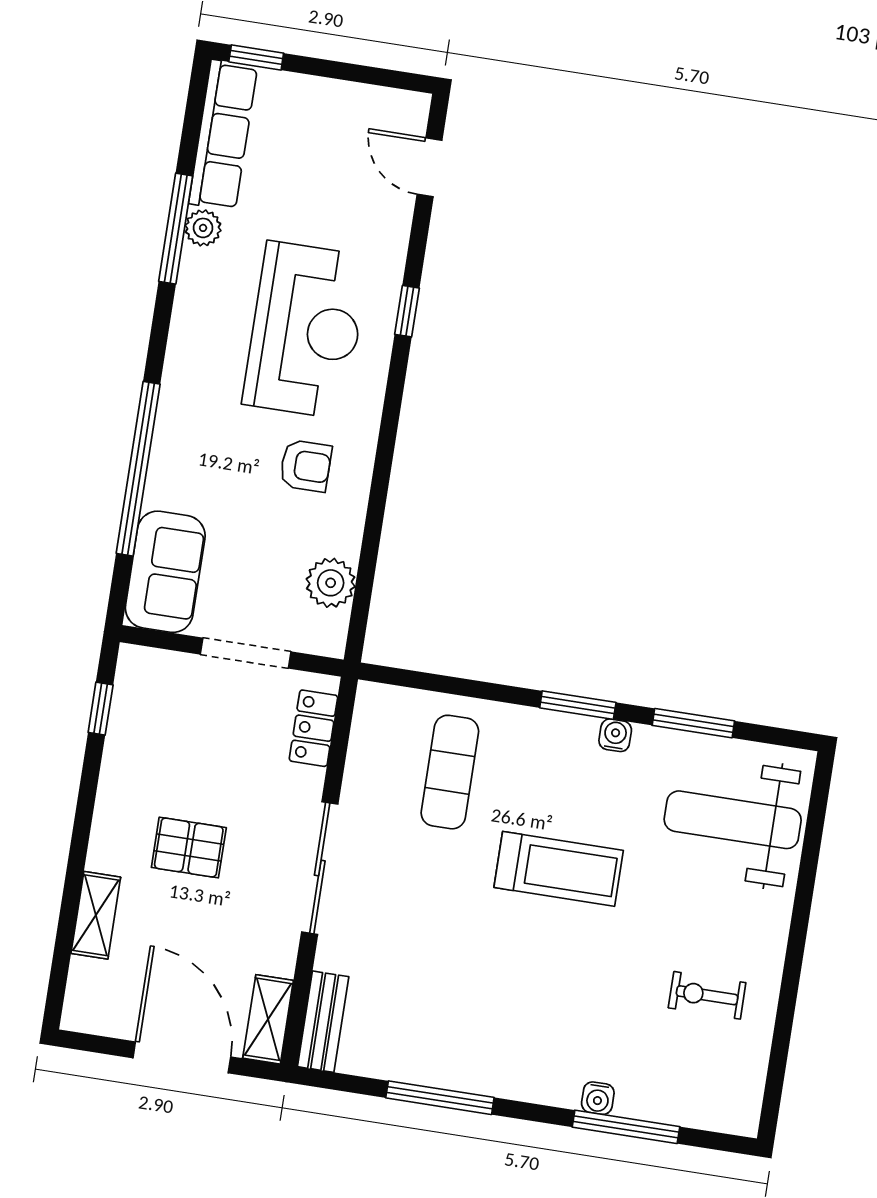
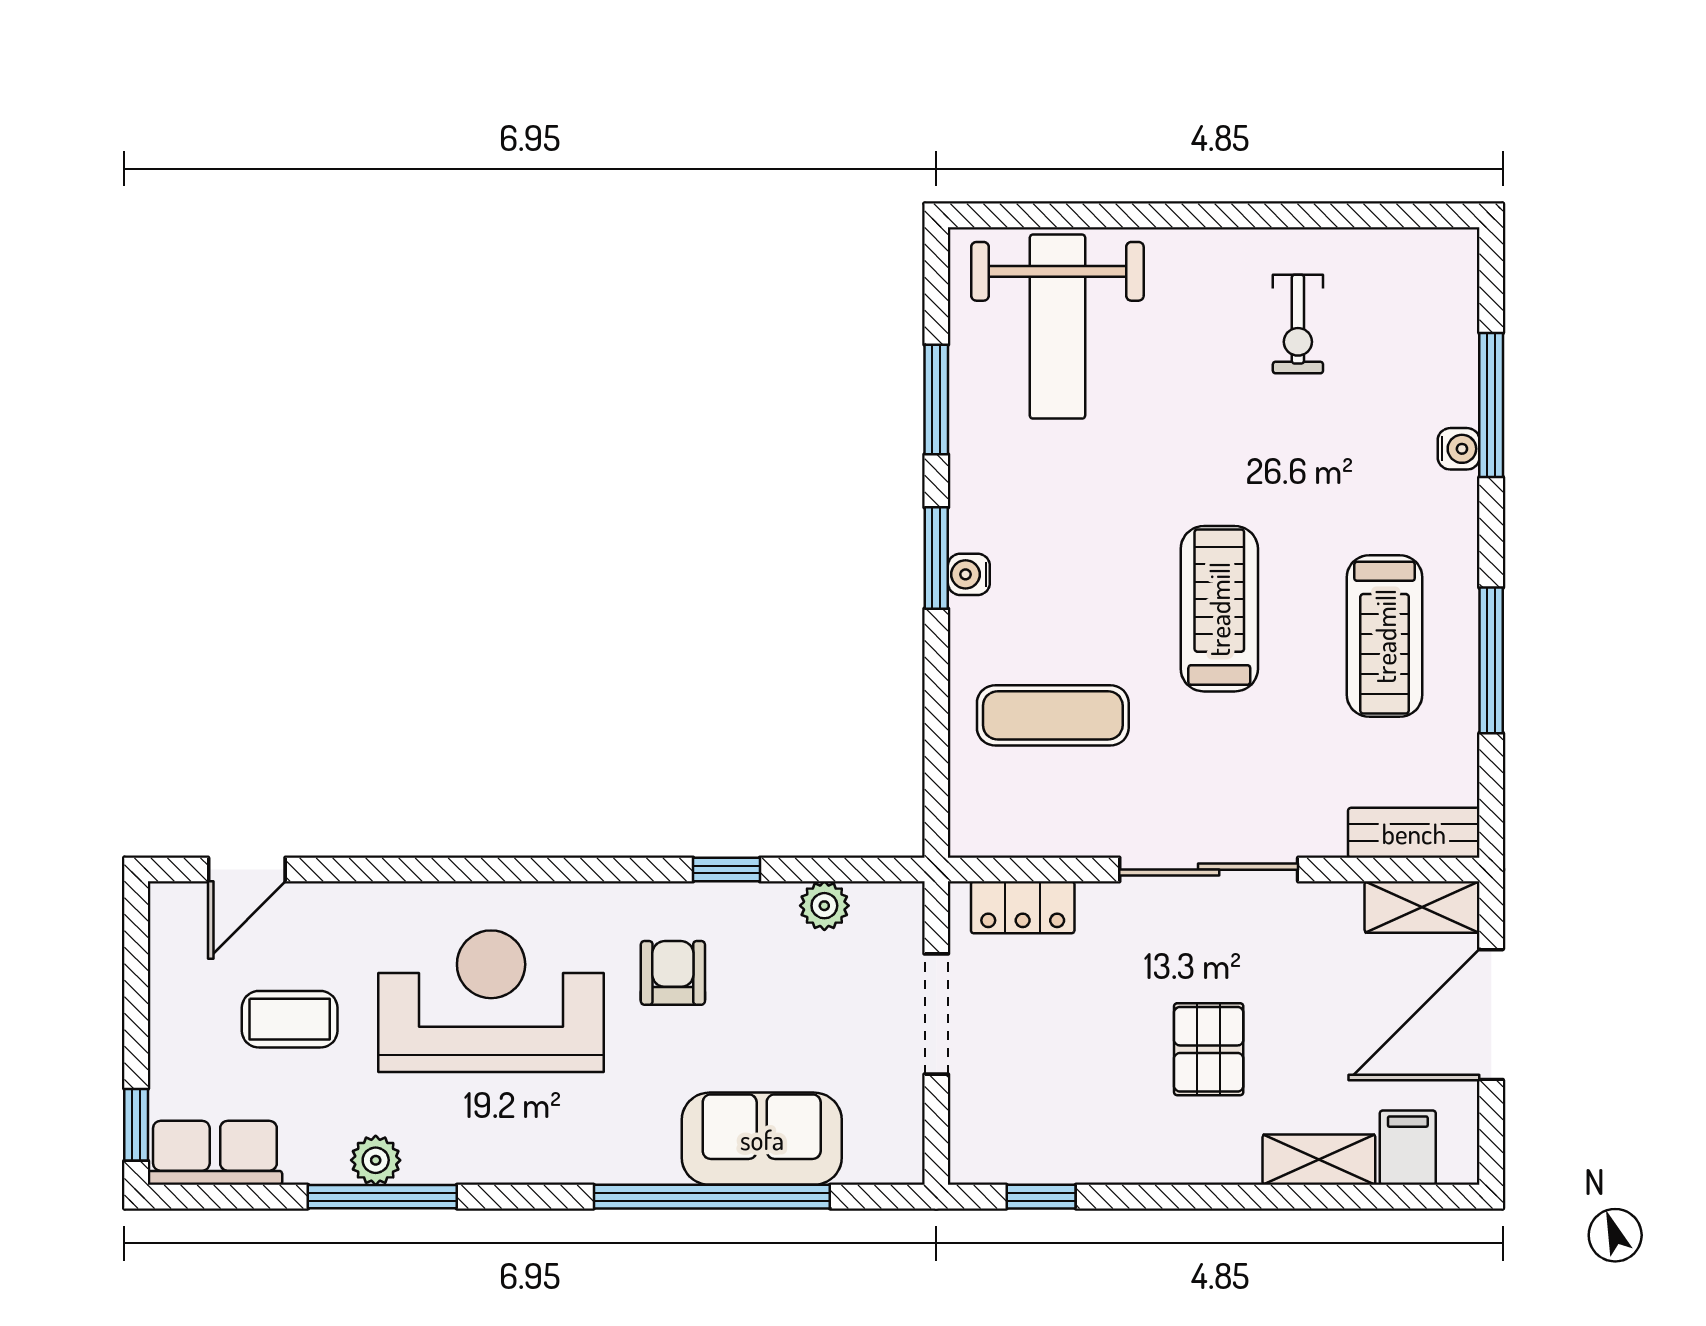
row of seats: (223, 135) -> (215, 1153), width x0.68
coffee table: (316, 181) -> (290, 1019), added
window: (407, 311) -> (726, 870), moved
sofa: (165, 572) -> (762, 1139), moved
plant: (331, 583) -> (824, 906), width x0.73, depth x0.73
water cooler: (615, 735) -> (969, 574), moved
treadmill: (559, 869) -> (1219, 609), moved
filing cabinet: (94, 981) -> (1408, 1148), added
treadmill: (470, 1023) -> (1385, 636), added

